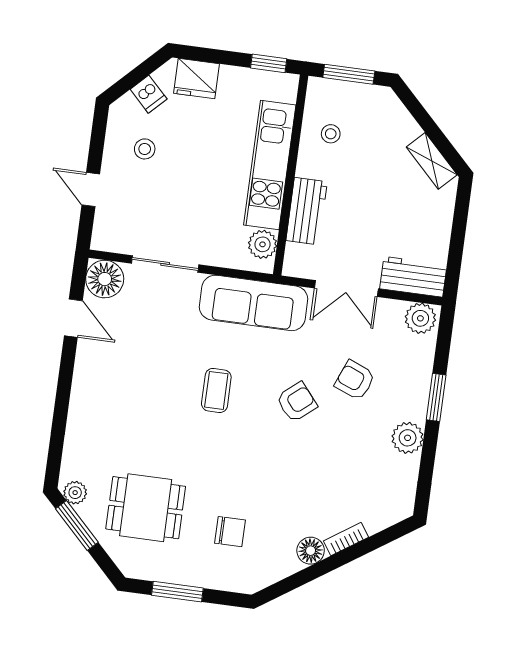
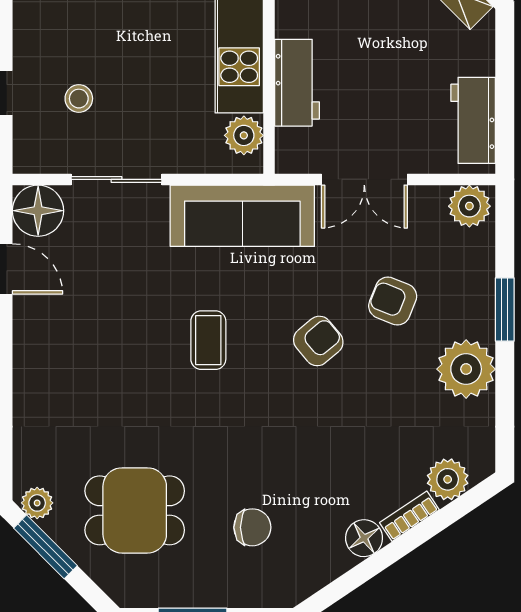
stool: (145, 149) -> (79, 99), moved
workbench: (413, 277) -> (473, 120), moved, turned -90
plant: (408, 438) -> (466, 369), width x1.36, depth x1.36
plant: (377, 516) -> (448, 479), added

